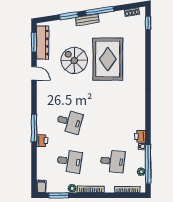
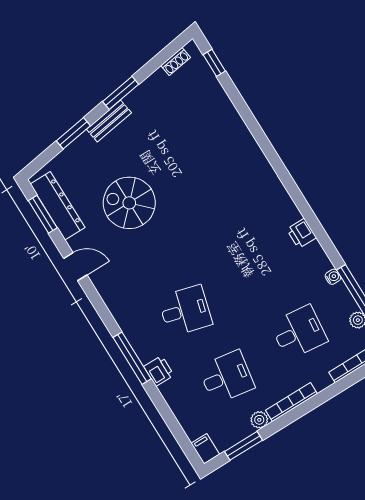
window: (100, 11) -> (121, 93), width x0.69
rug: (108, 59) -> (184, 166), removed
printer: (140, 136) -> (301, 233), moved

